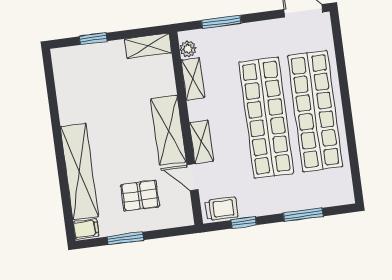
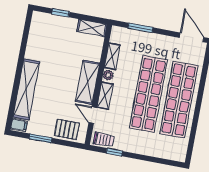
plant: (188, 49) -> (108, 75), moved
pallet: (140, 196) -> (67, 129), moved
window: (303, 215) -> (151, 159), removed

